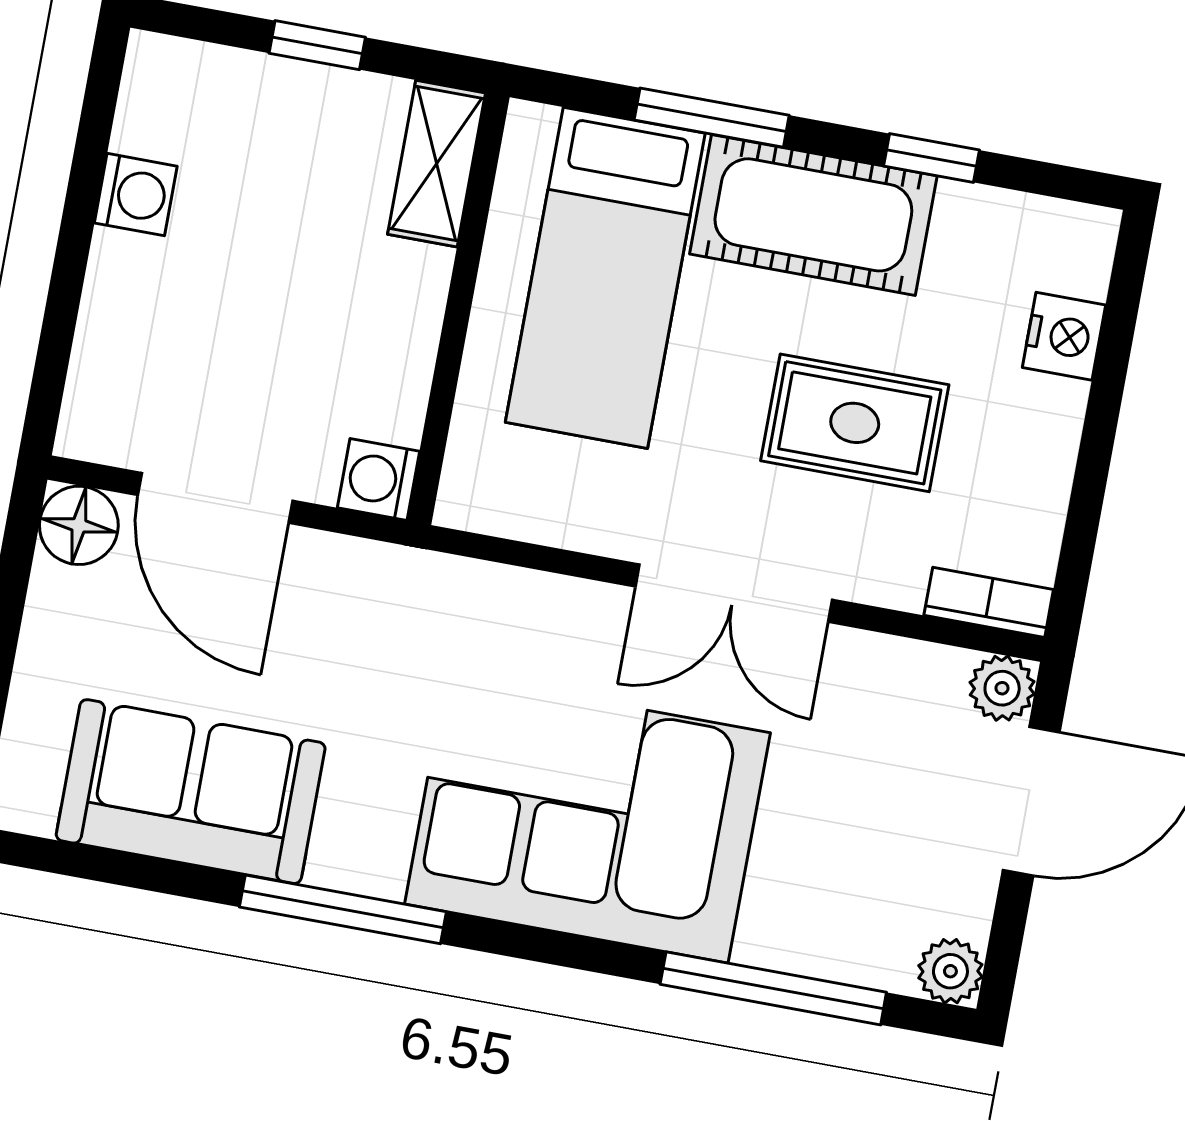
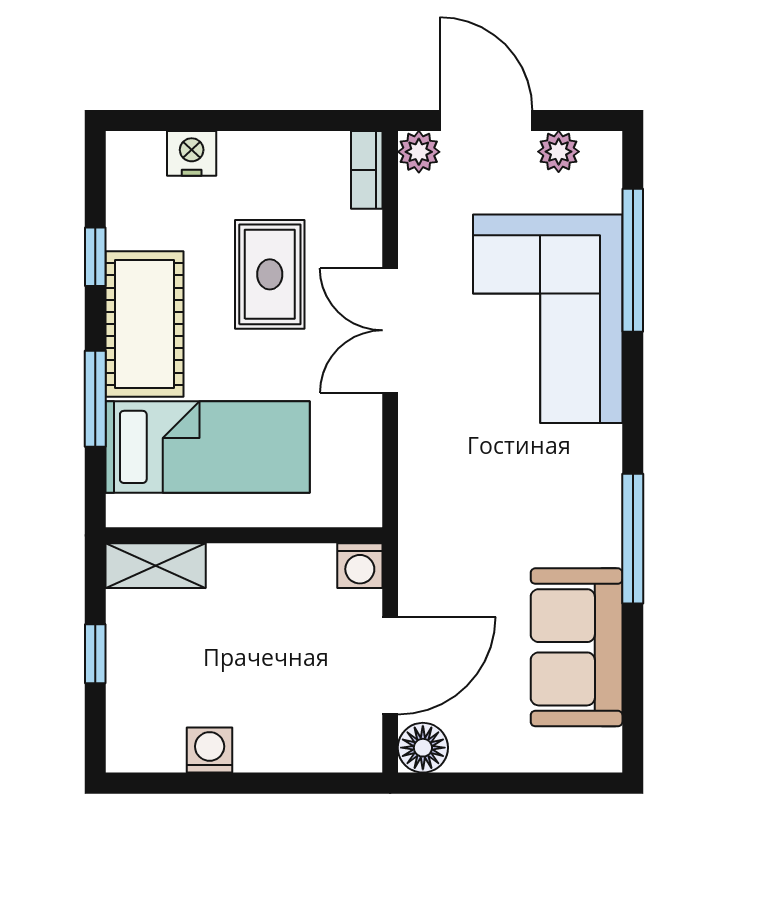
double door: (734, 593) -> (390, 330), swing flipped
corner sofa: (588, 818) -> (548, 319), moved
plant: (950, 971) -> (559, 152), moved

